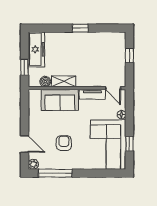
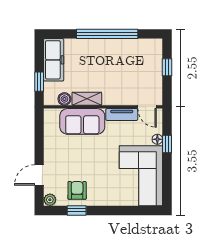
window: (80, 28) -> (107, 34), width x3.17
armchair: (64, 143) -> (77, 190), moved
door: (25, 144) -> (39, 175), swing flipped
window: (129, 144) -> (167, 144), moved
window: (55, 173) -> (77, 210), width x0.46

